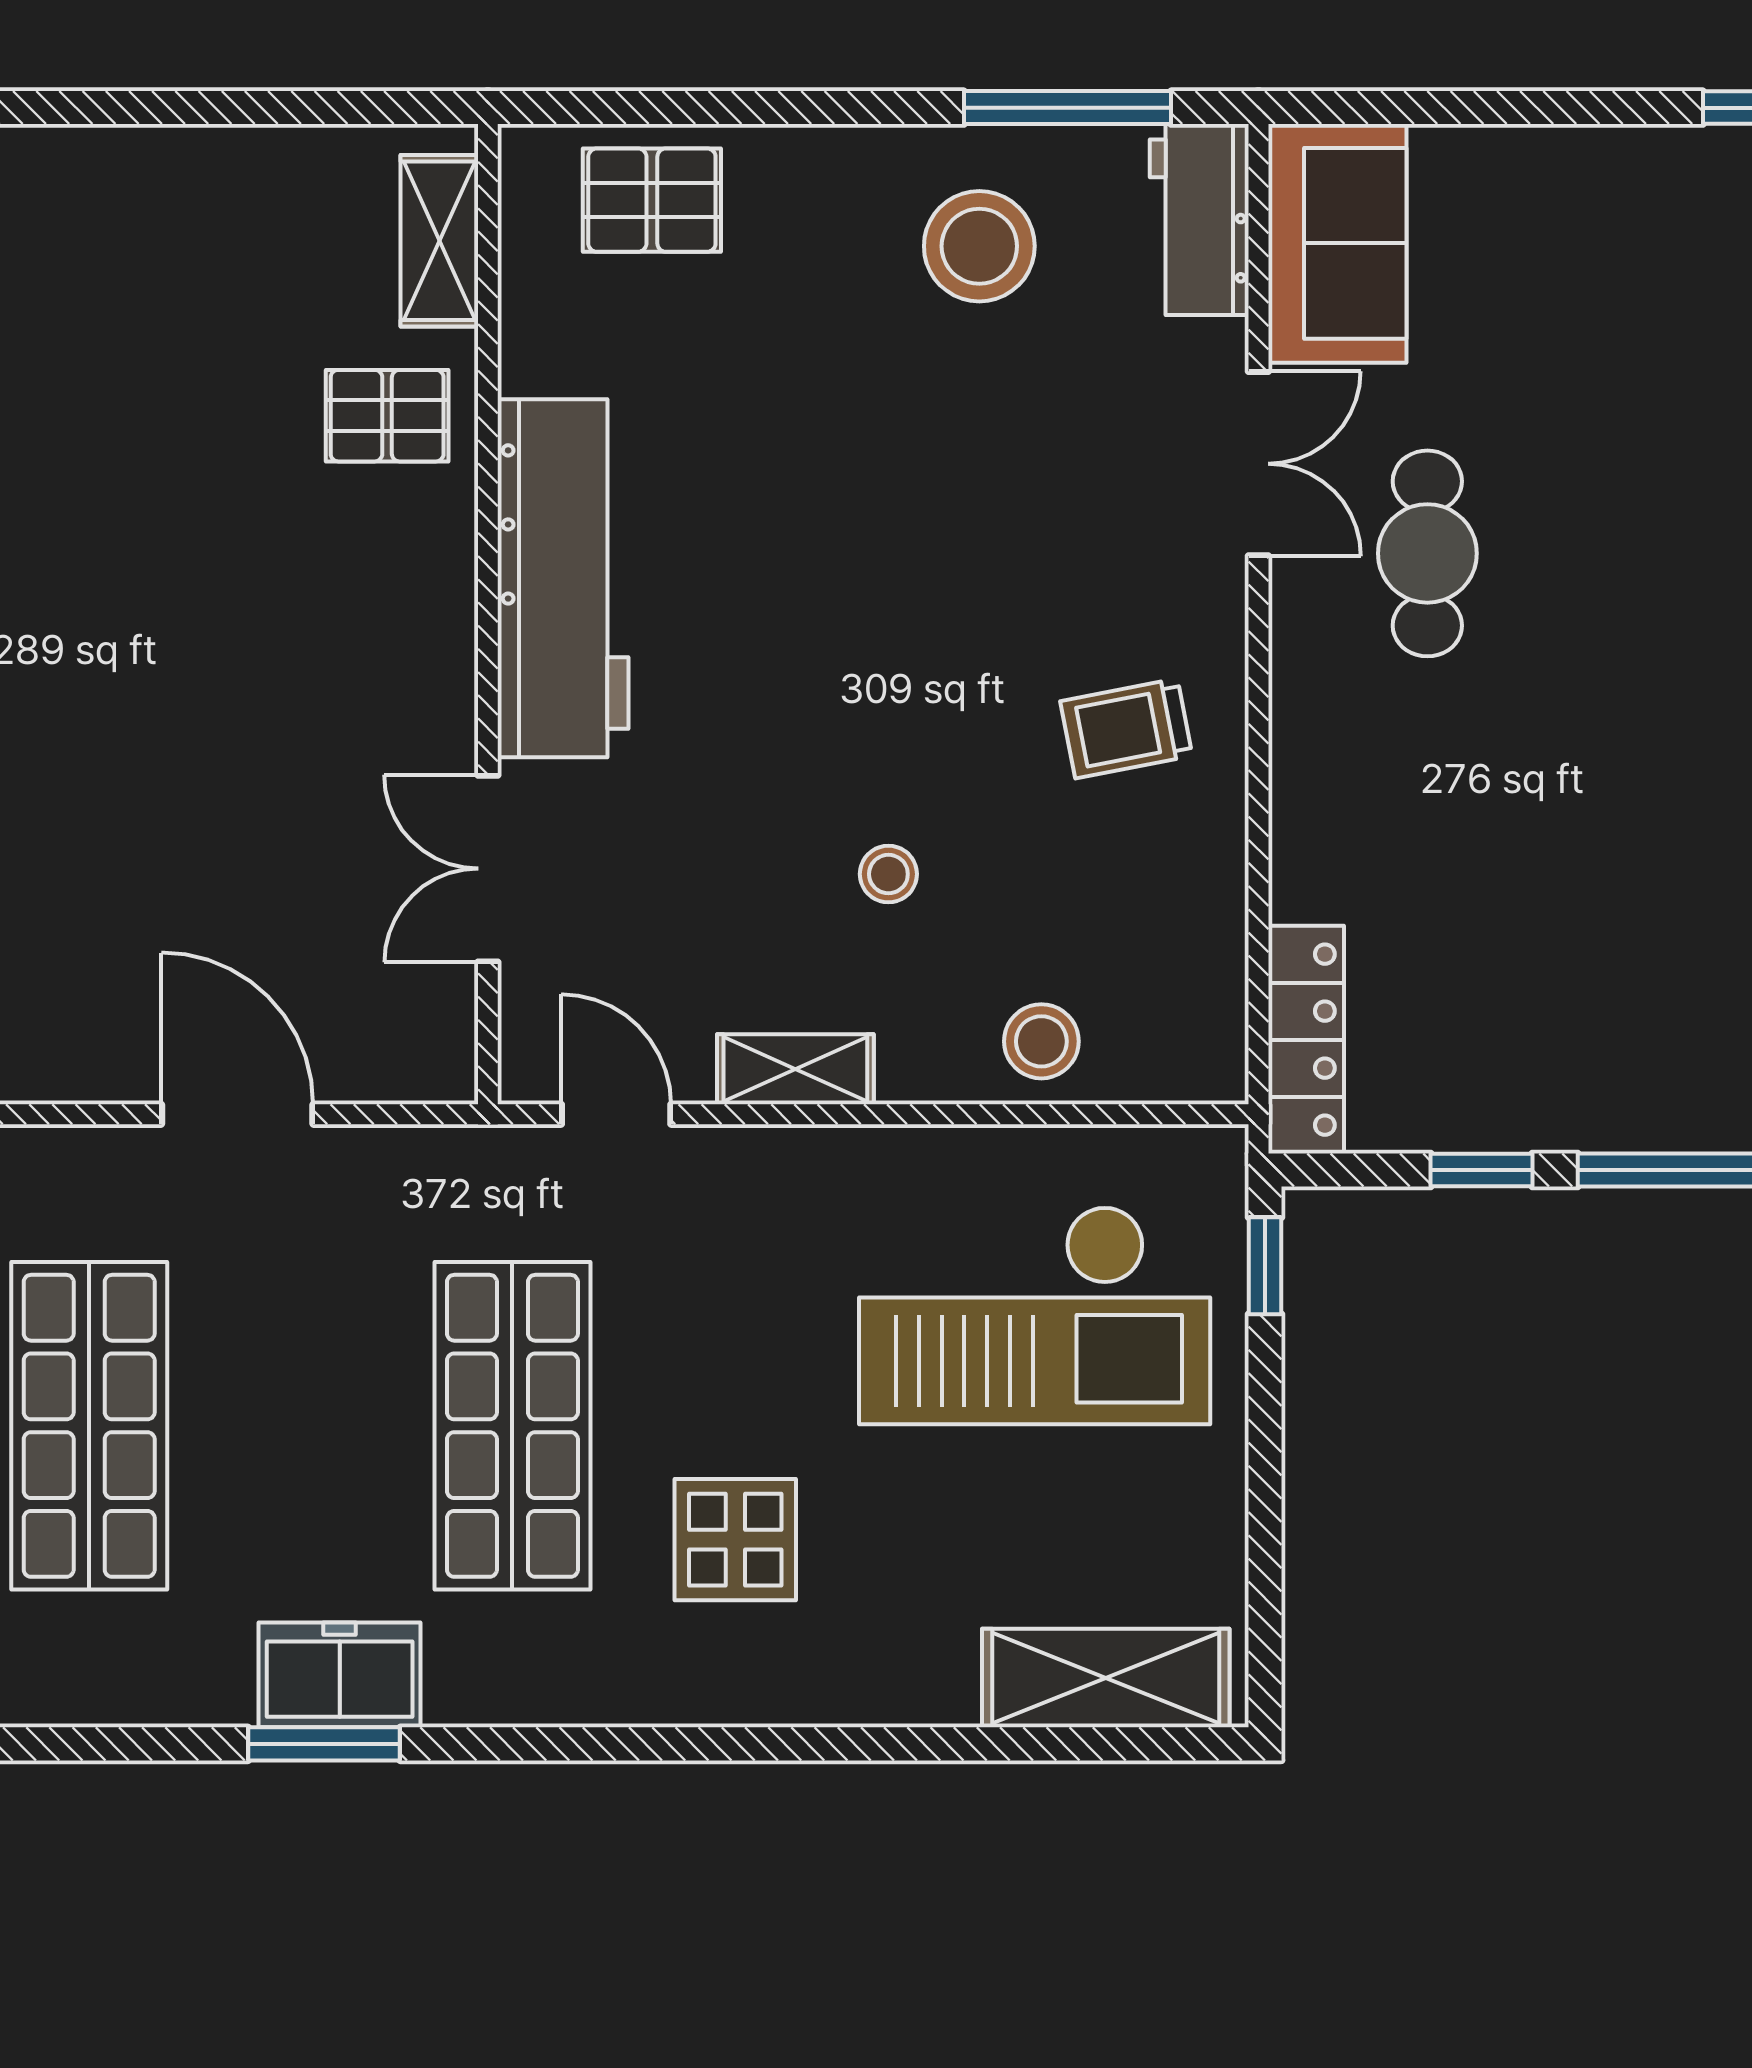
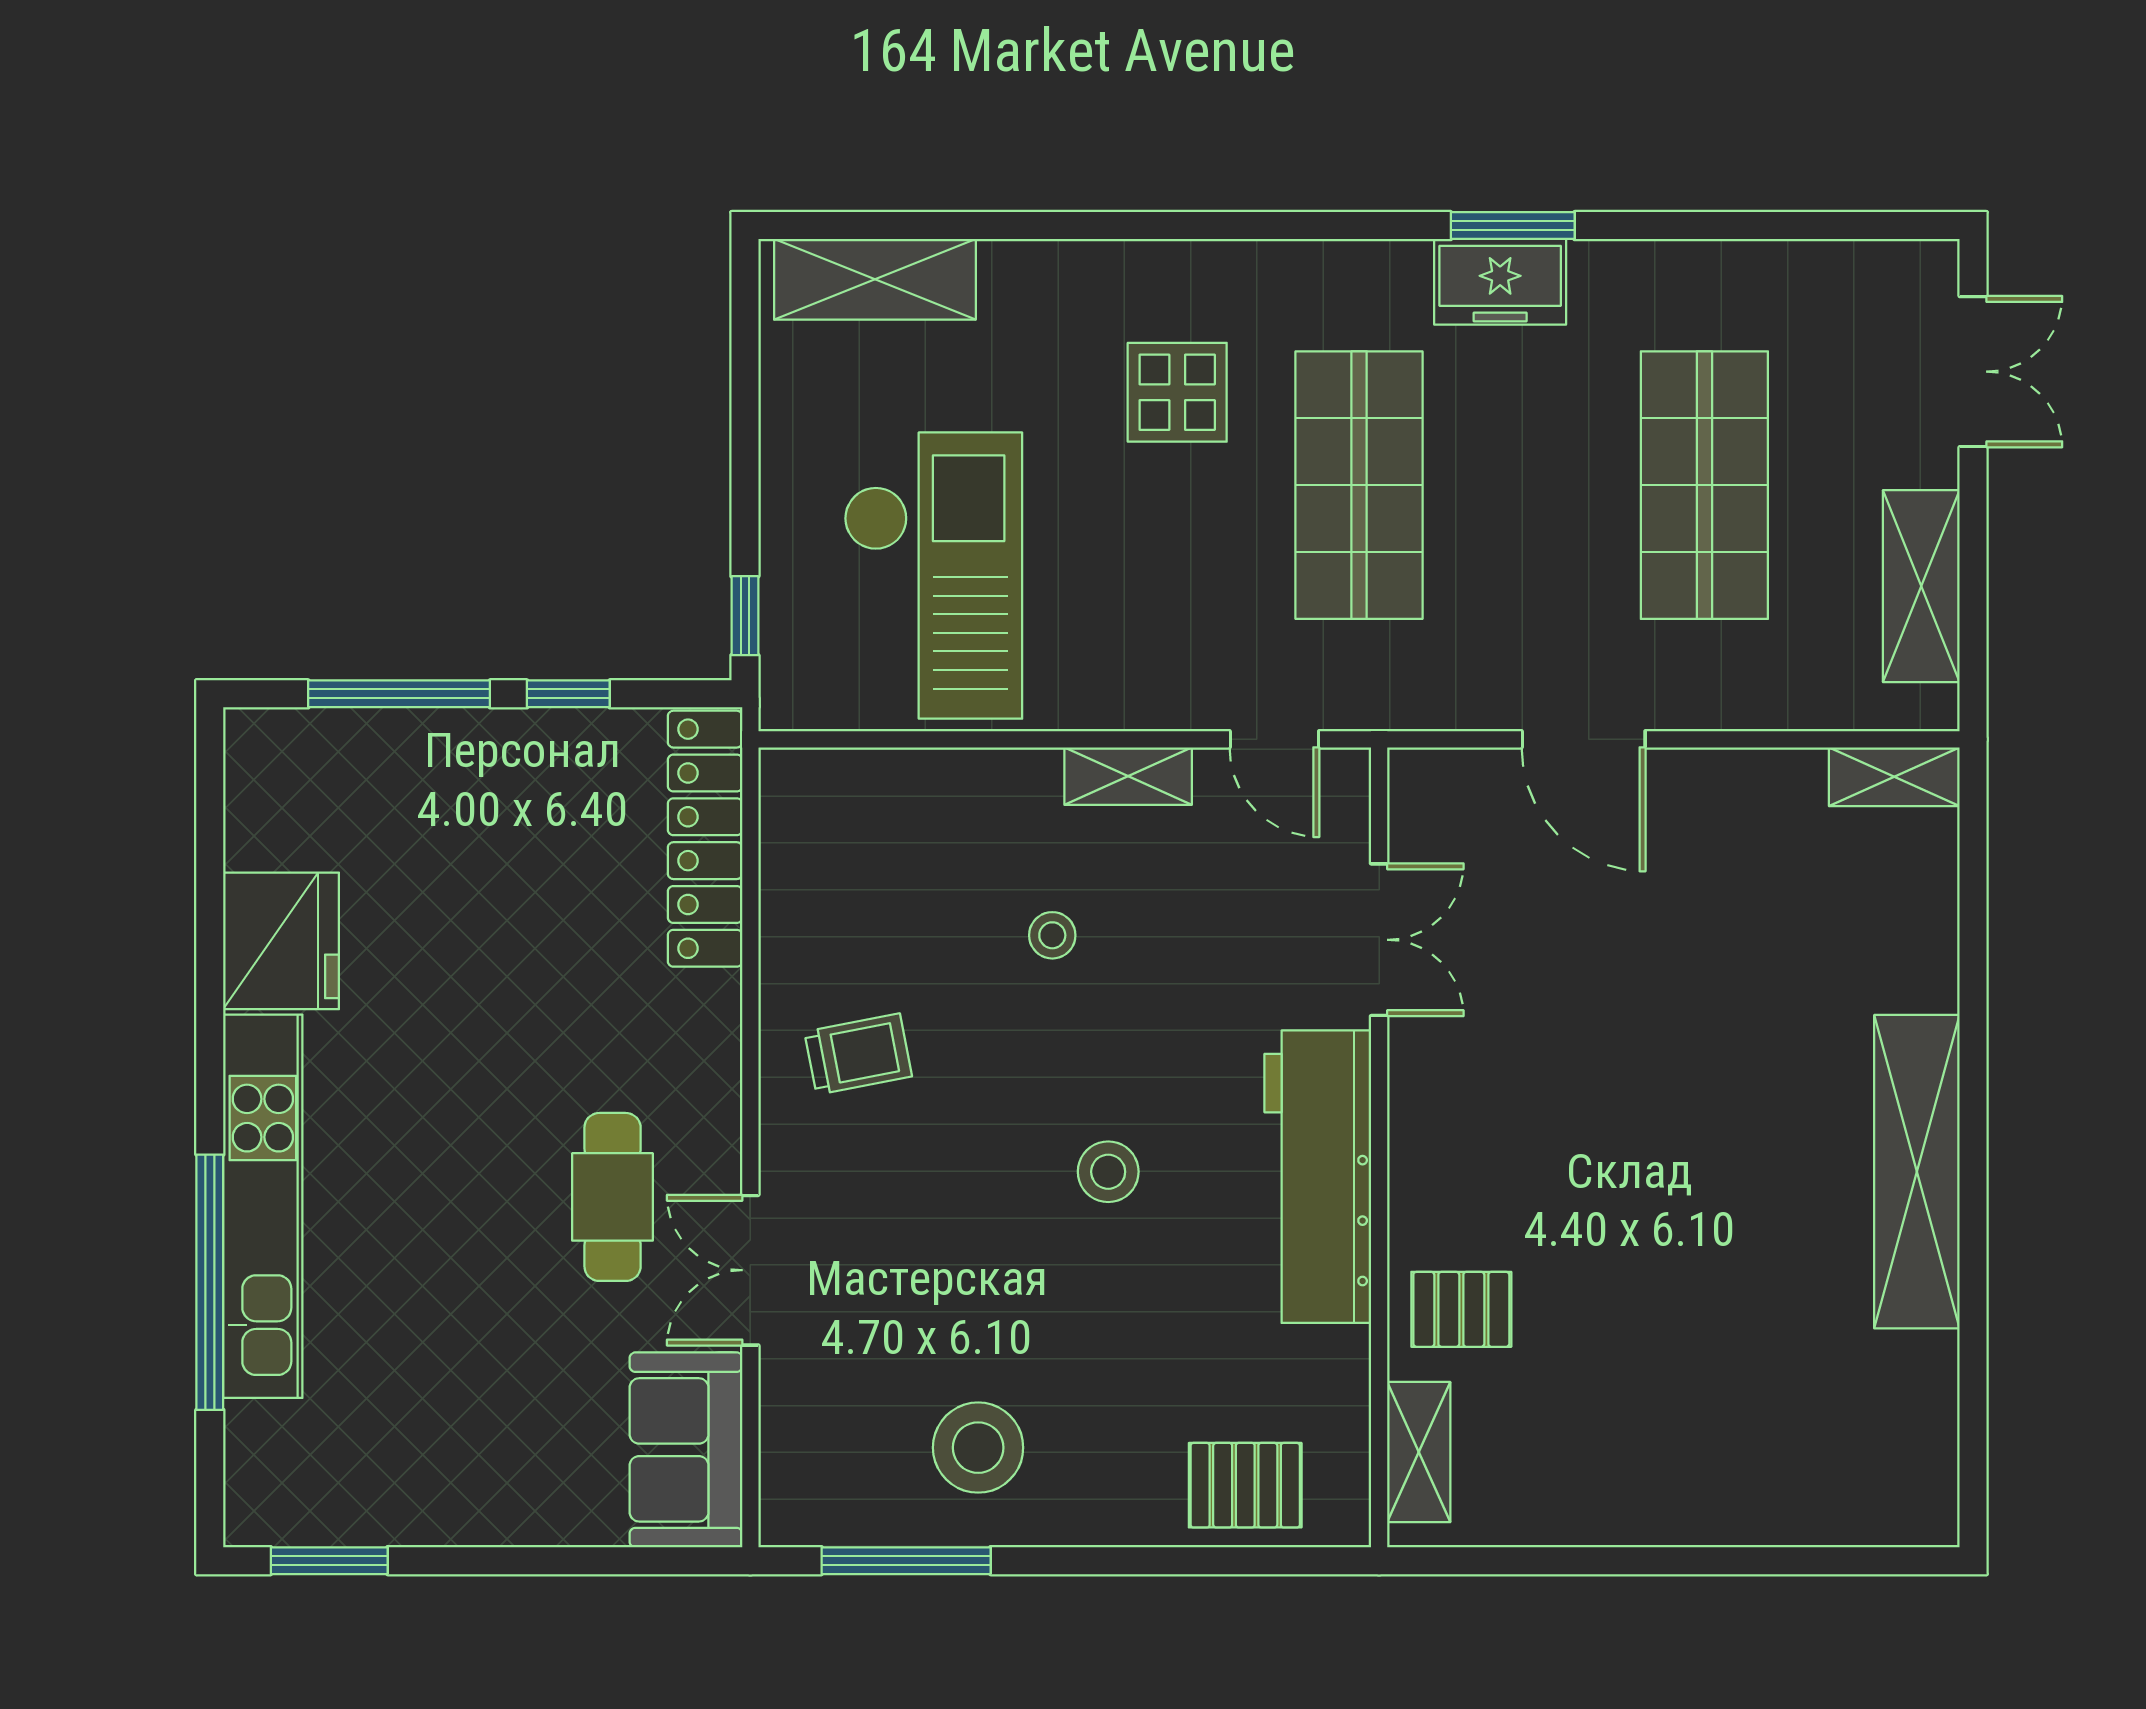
workbench: (1199, 220) -> (799, 1469), removed
locker: (1306, 1040) -> (705, 839), width x1.41, depth x1.21
stool: (1041, 1041) -> (1108, 1172), moved
checkout: (1035, 1315) -> (933, 576), turned 90

